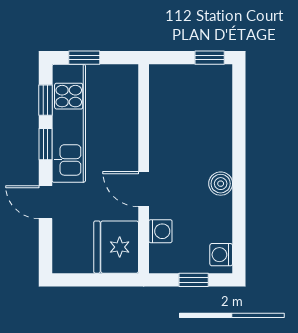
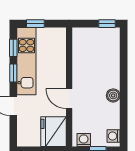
washing machine: (160, 231) -> (84, 140), moved, turned -90

